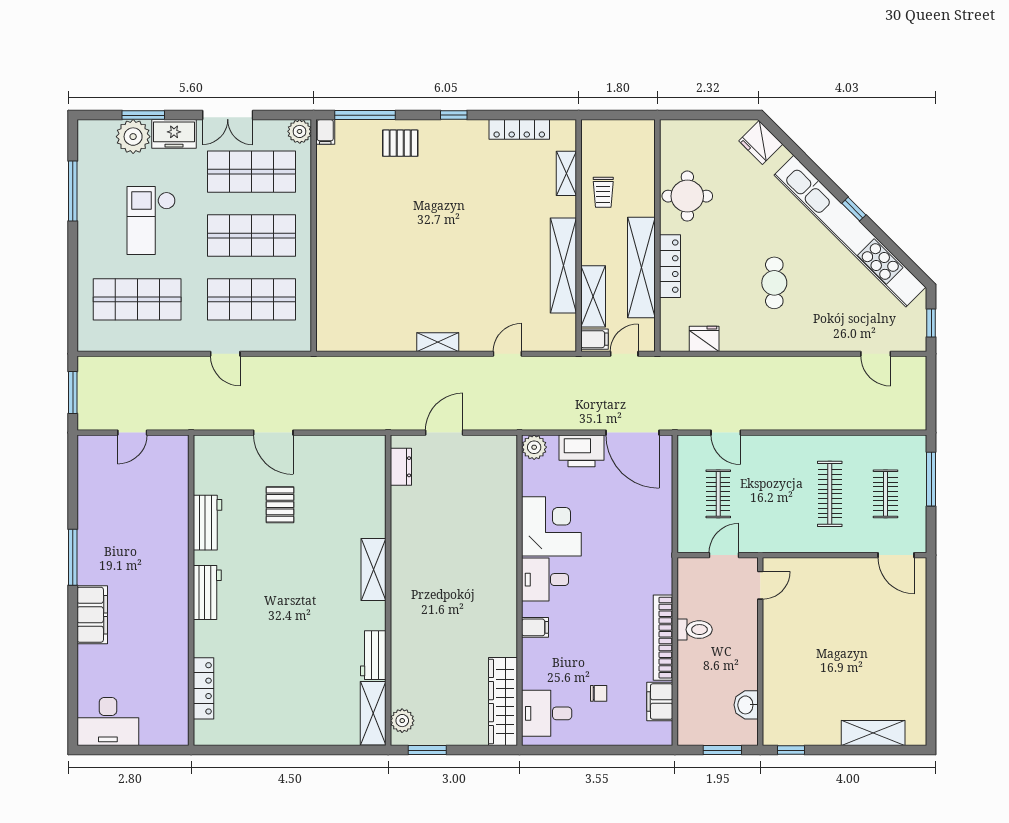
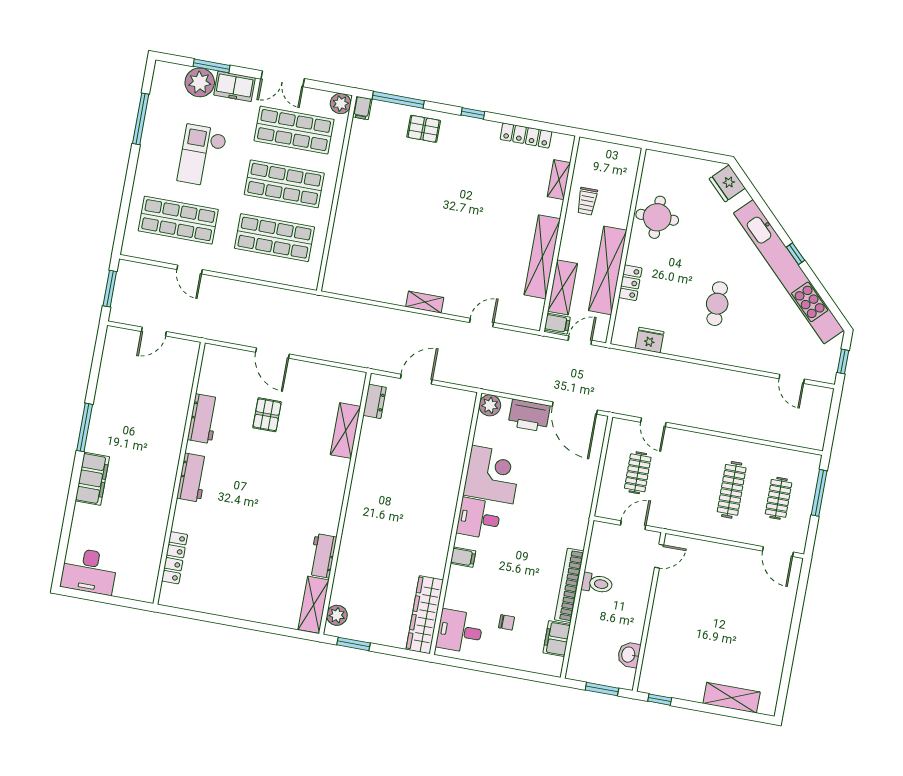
locker: (670, 266) -> (630, 283), width x0.66
door: (225, 354) -> (190, 269), moved
shelving: (373, 569) -> (345, 431), moved

